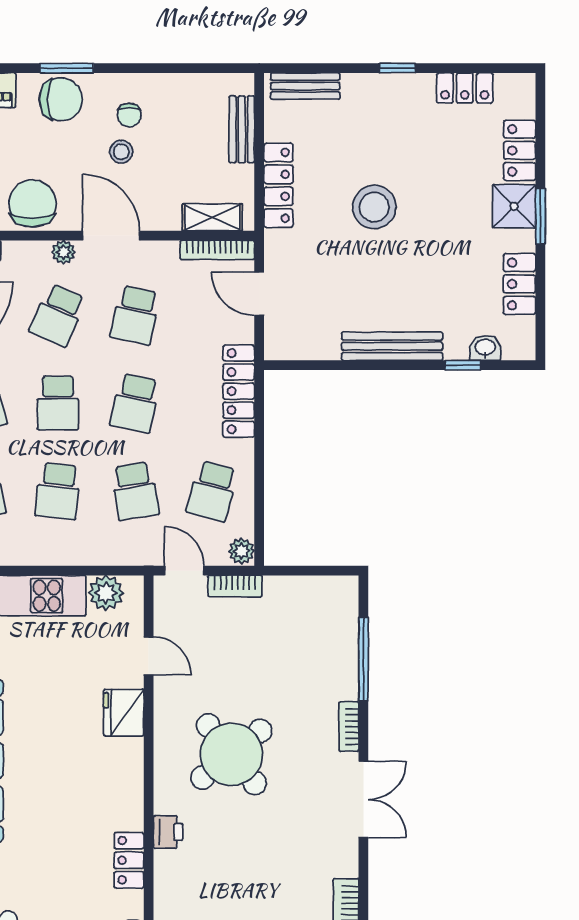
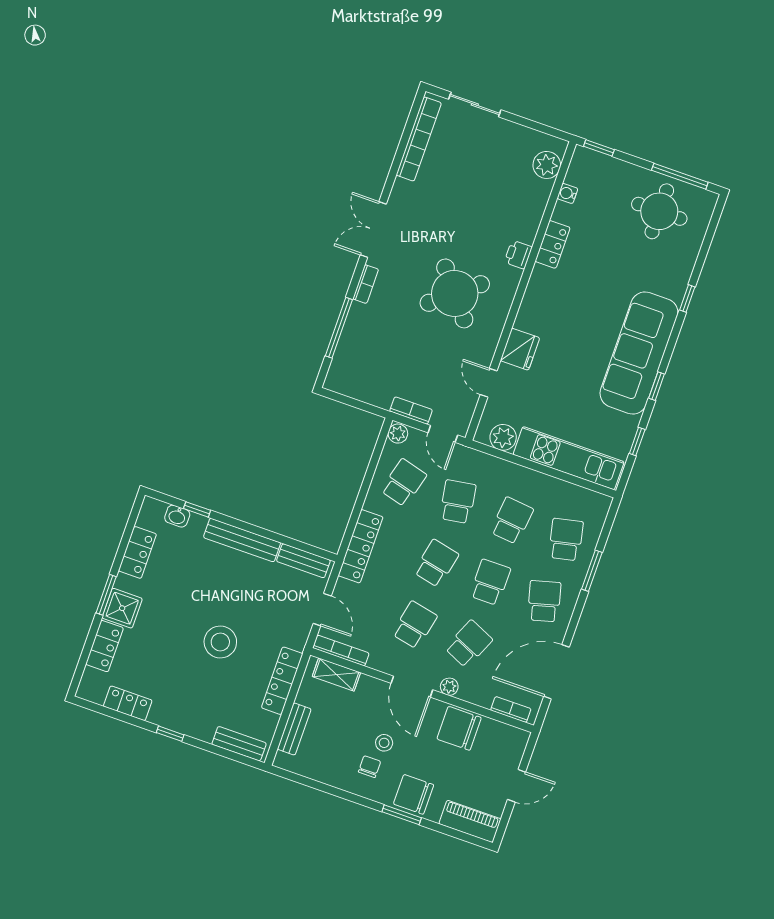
chair: (32, 204) -> (459, 728), turned 90
bench: (305, 347) -> (303, 561), added

